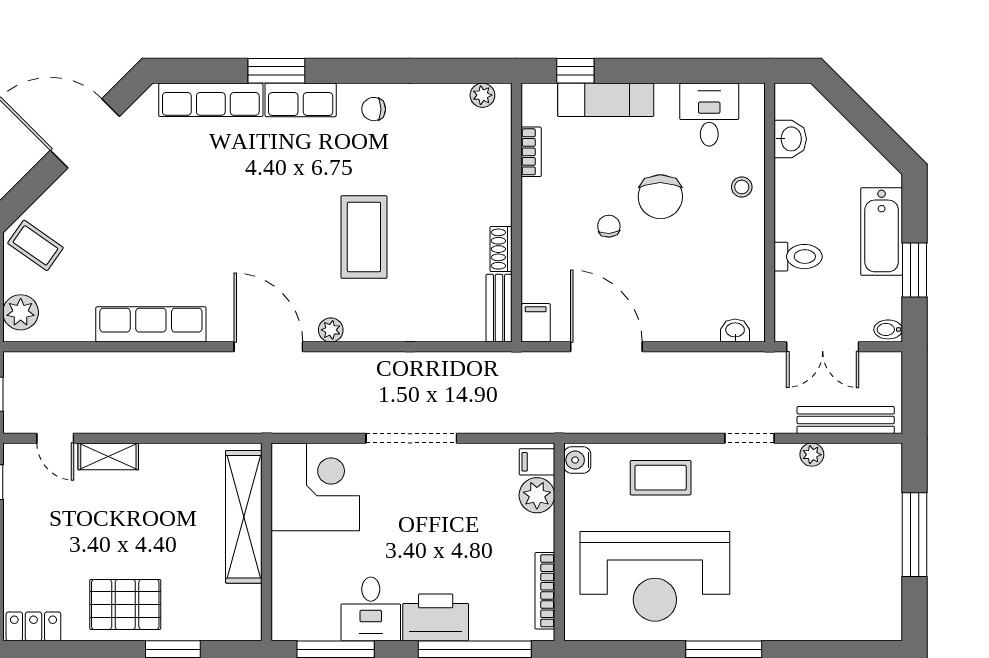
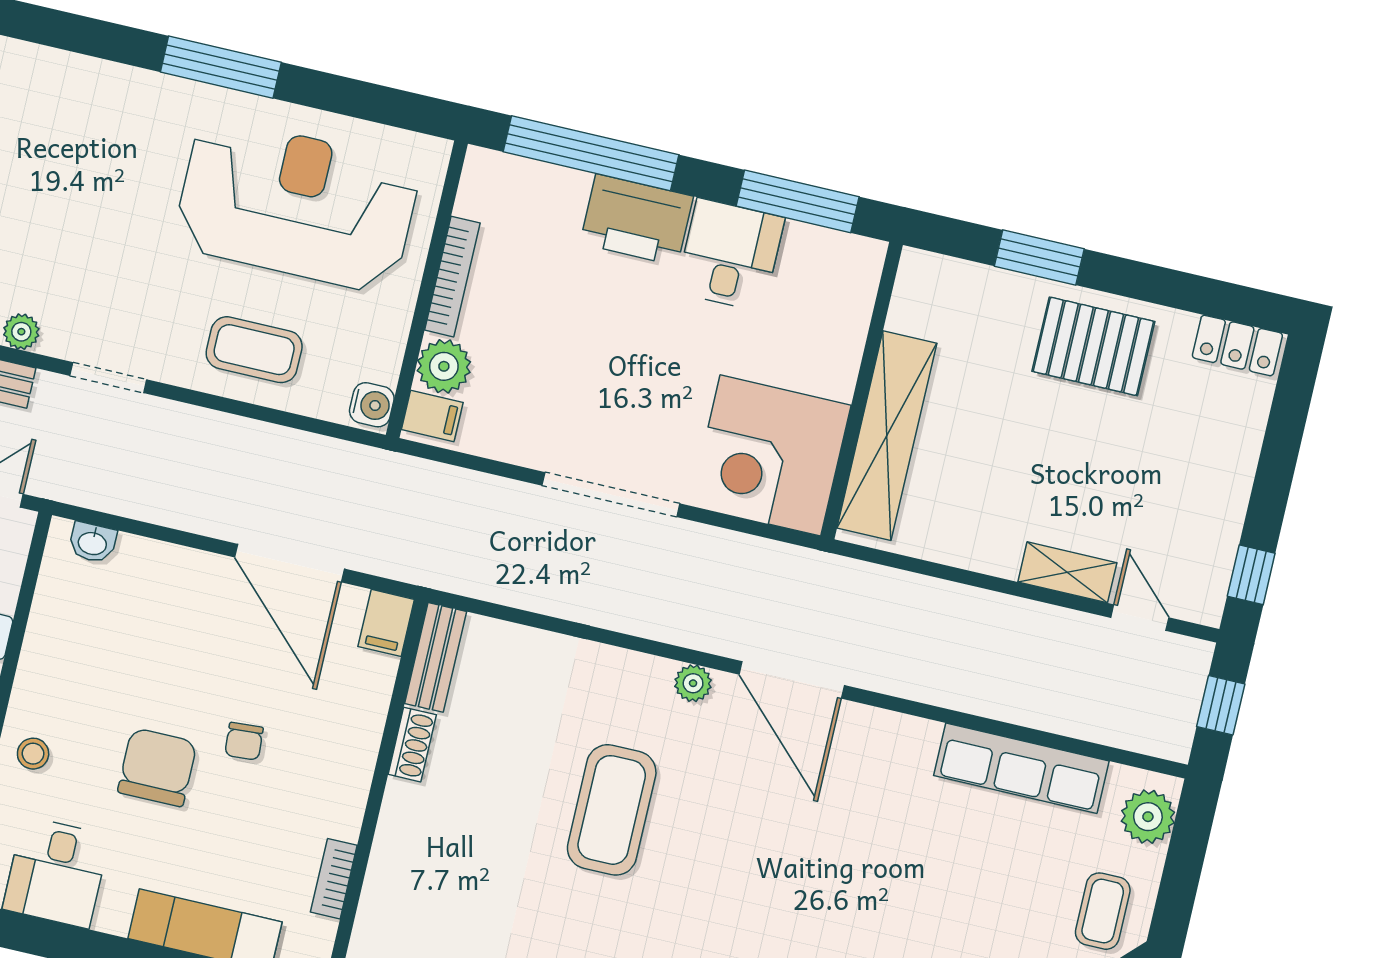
coffee table: (35, 245) -> (1103, 911), turned 55
row of seats: (151, 324) -> (1021, 768), moved
bookcase: (545, 591) -> (452, 277), moved

